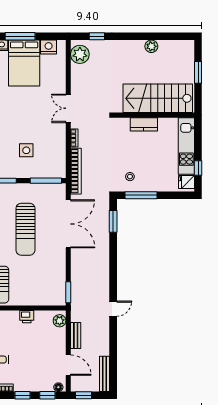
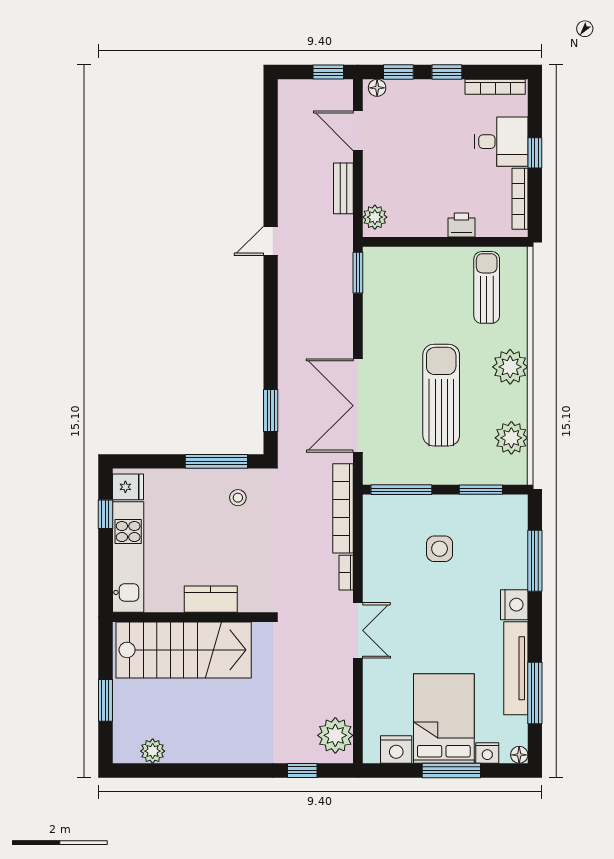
plant: (151, 46) -> (153, 751), moved
printer: (27, 317) -> (461, 225), moved
bench: (105, 374) -> (287, 114), removed

